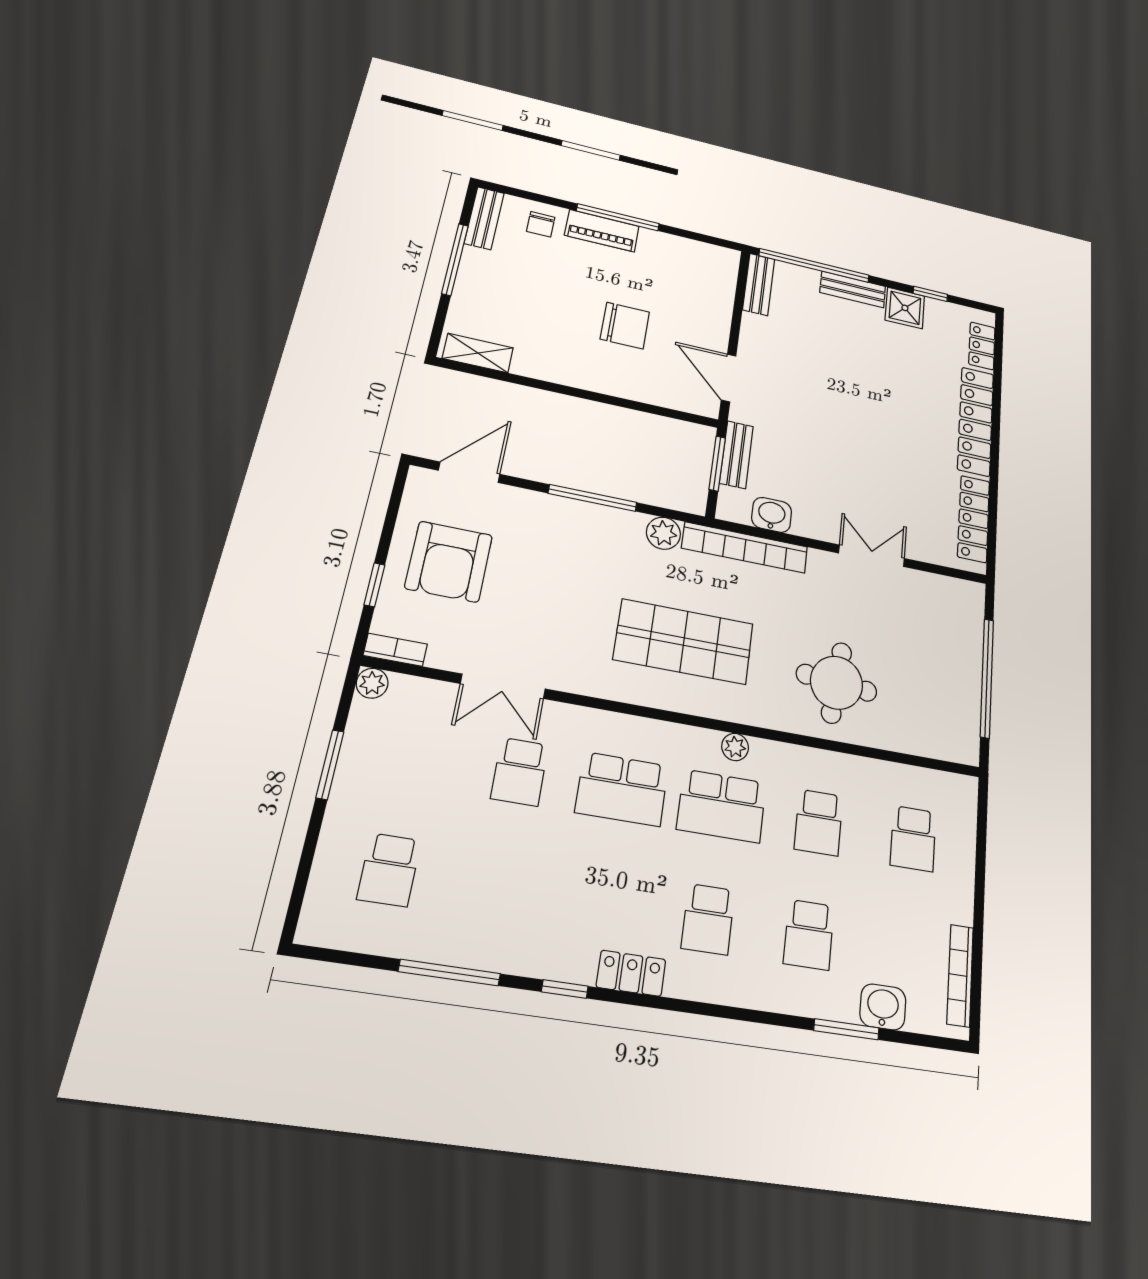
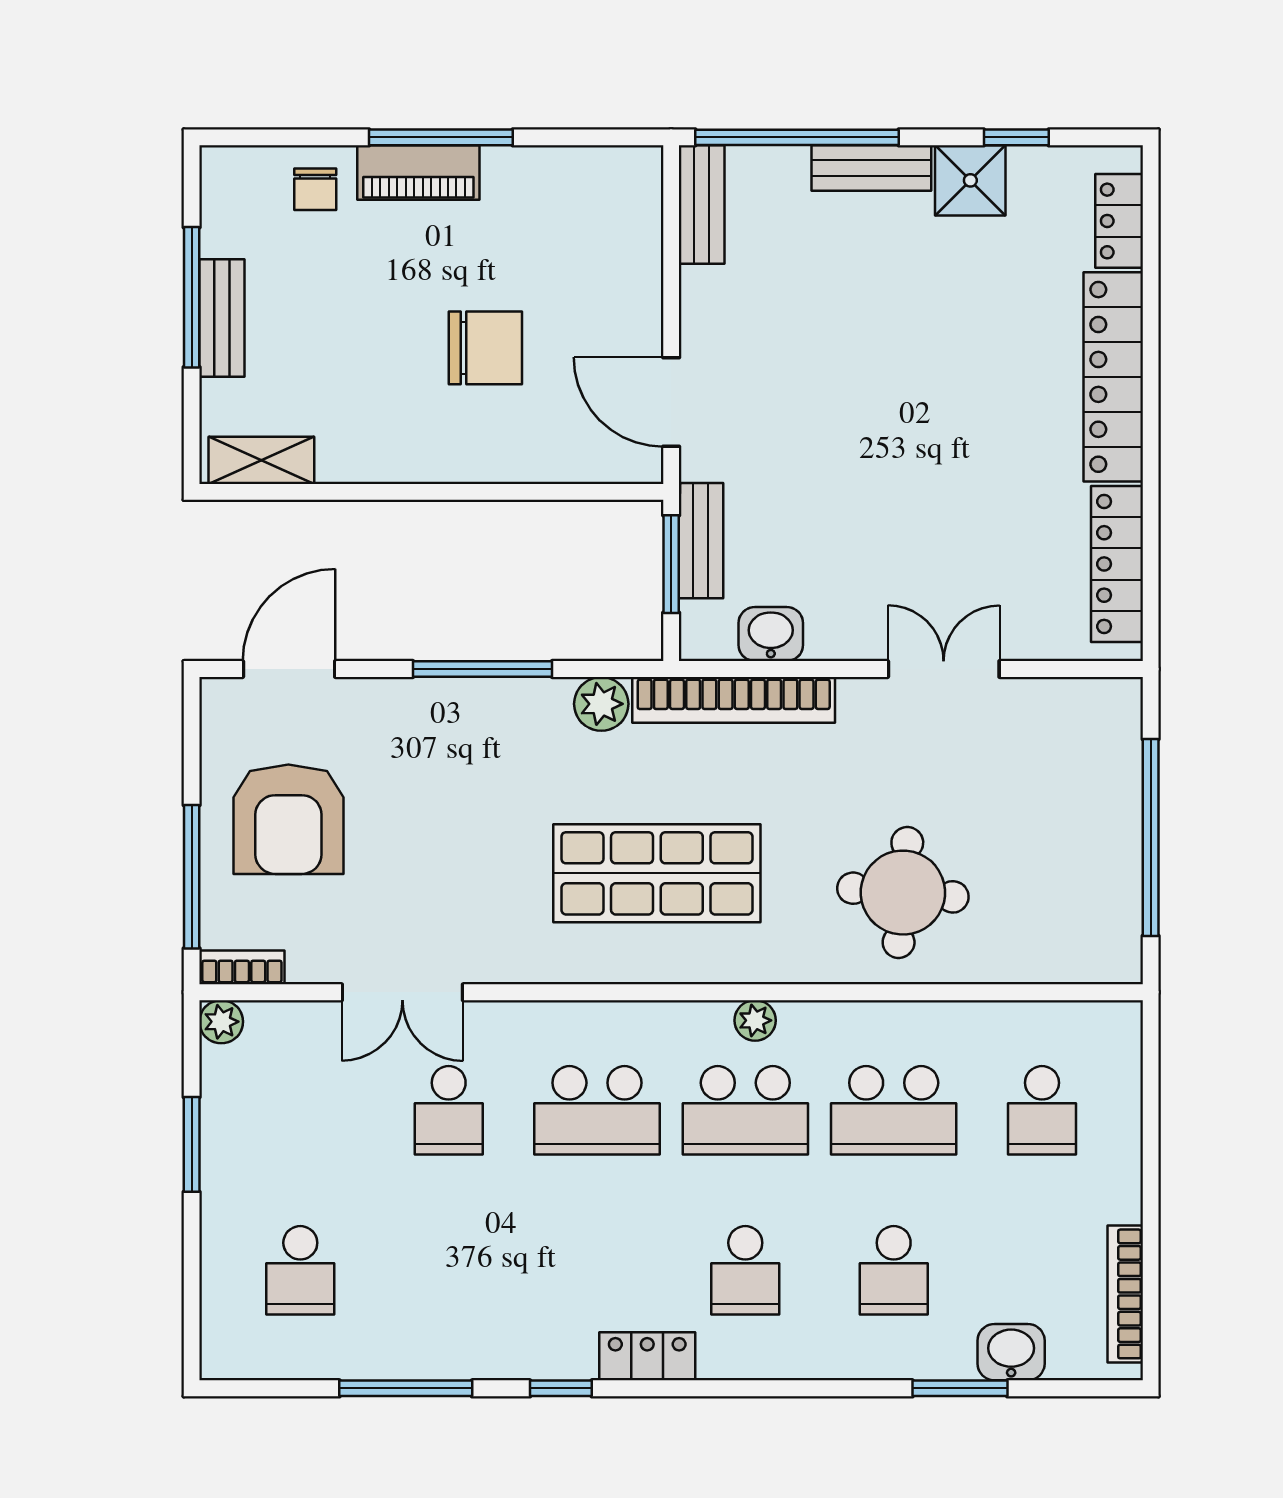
bench: (484, 218) -> (222, 318), moved
window: (374, 585) -> (192, 877), width x2.17
school desk: (819, 822) -> (894, 1110), width x1.85

